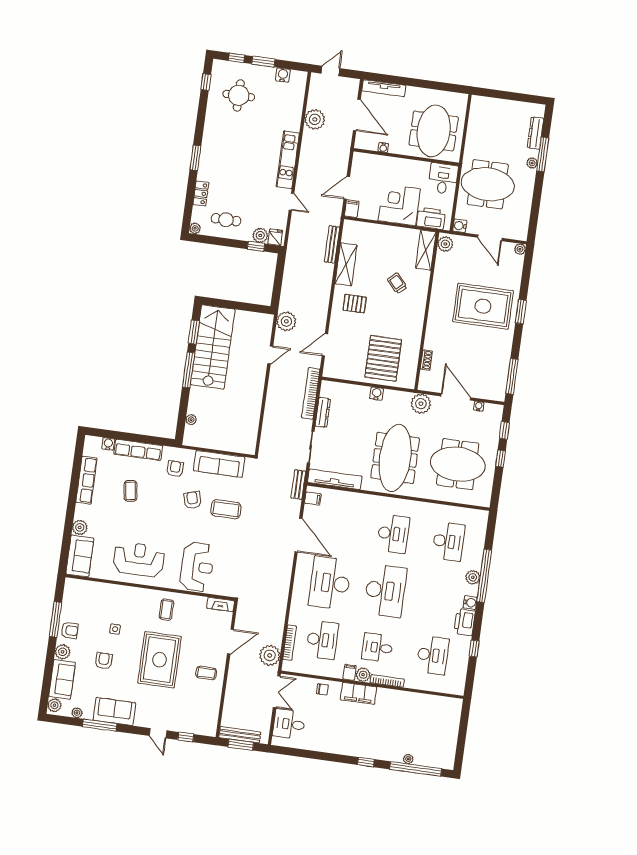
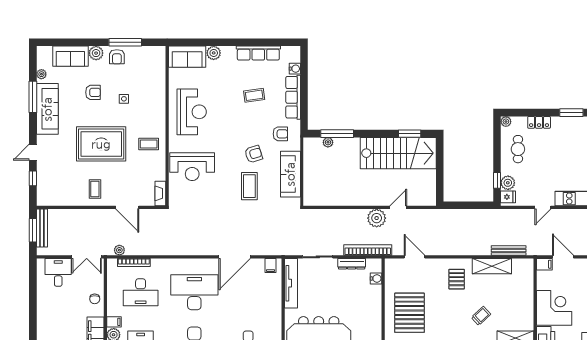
plant: (286, 321) -> (377, 218), moved
door: (270, 355) -> (398, 207), swing flipped
pallet: (383, 358) -> (410, 313), turned 90
window: (189, 370) -> (337, 134), moved
water cooler: (377, 394) -> (376, 278), moved
bench: (298, 485) -> (282, 250), removed
plant: (270, 655) -> (119, 250), width x0.53, depth x0.53
plant: (54, 705) -> (45, 52), removed
sofa: (114, 711) -> (47, 109), width x1.36

